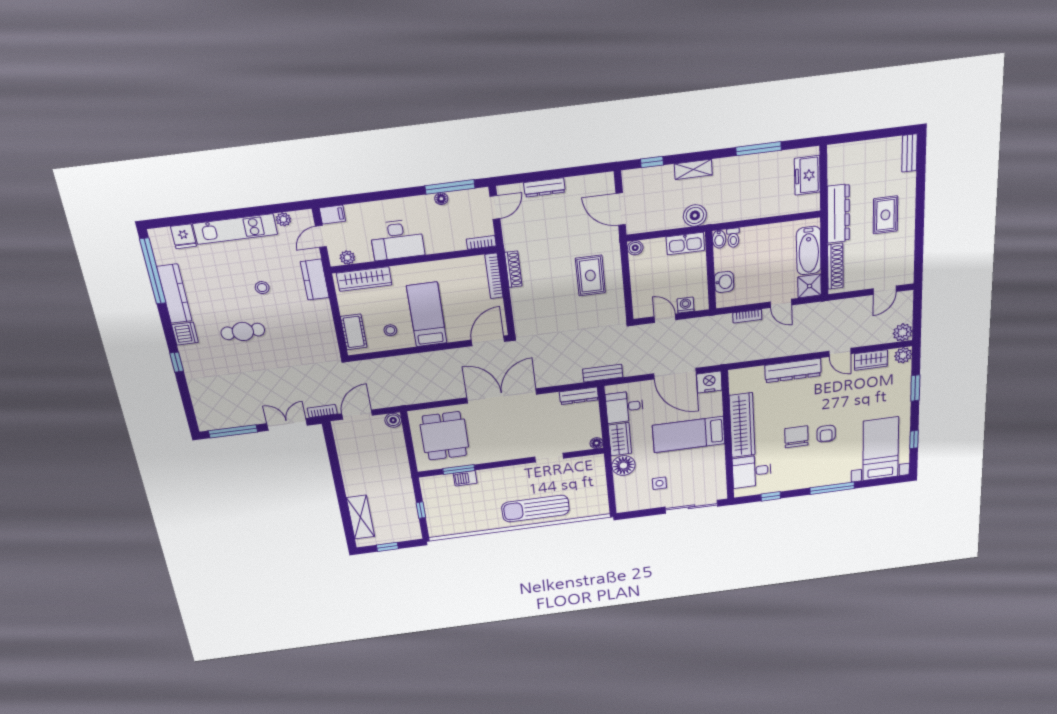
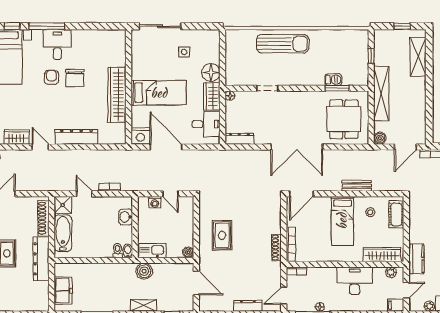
bench: (603, 373) -> (357, 186), moved
shelving: (401, 471) -> (381, 93), added
desk: (752, 471) -> (57, 45), moved, turned -90
window: (771, 496) -> (12, 26), moved

